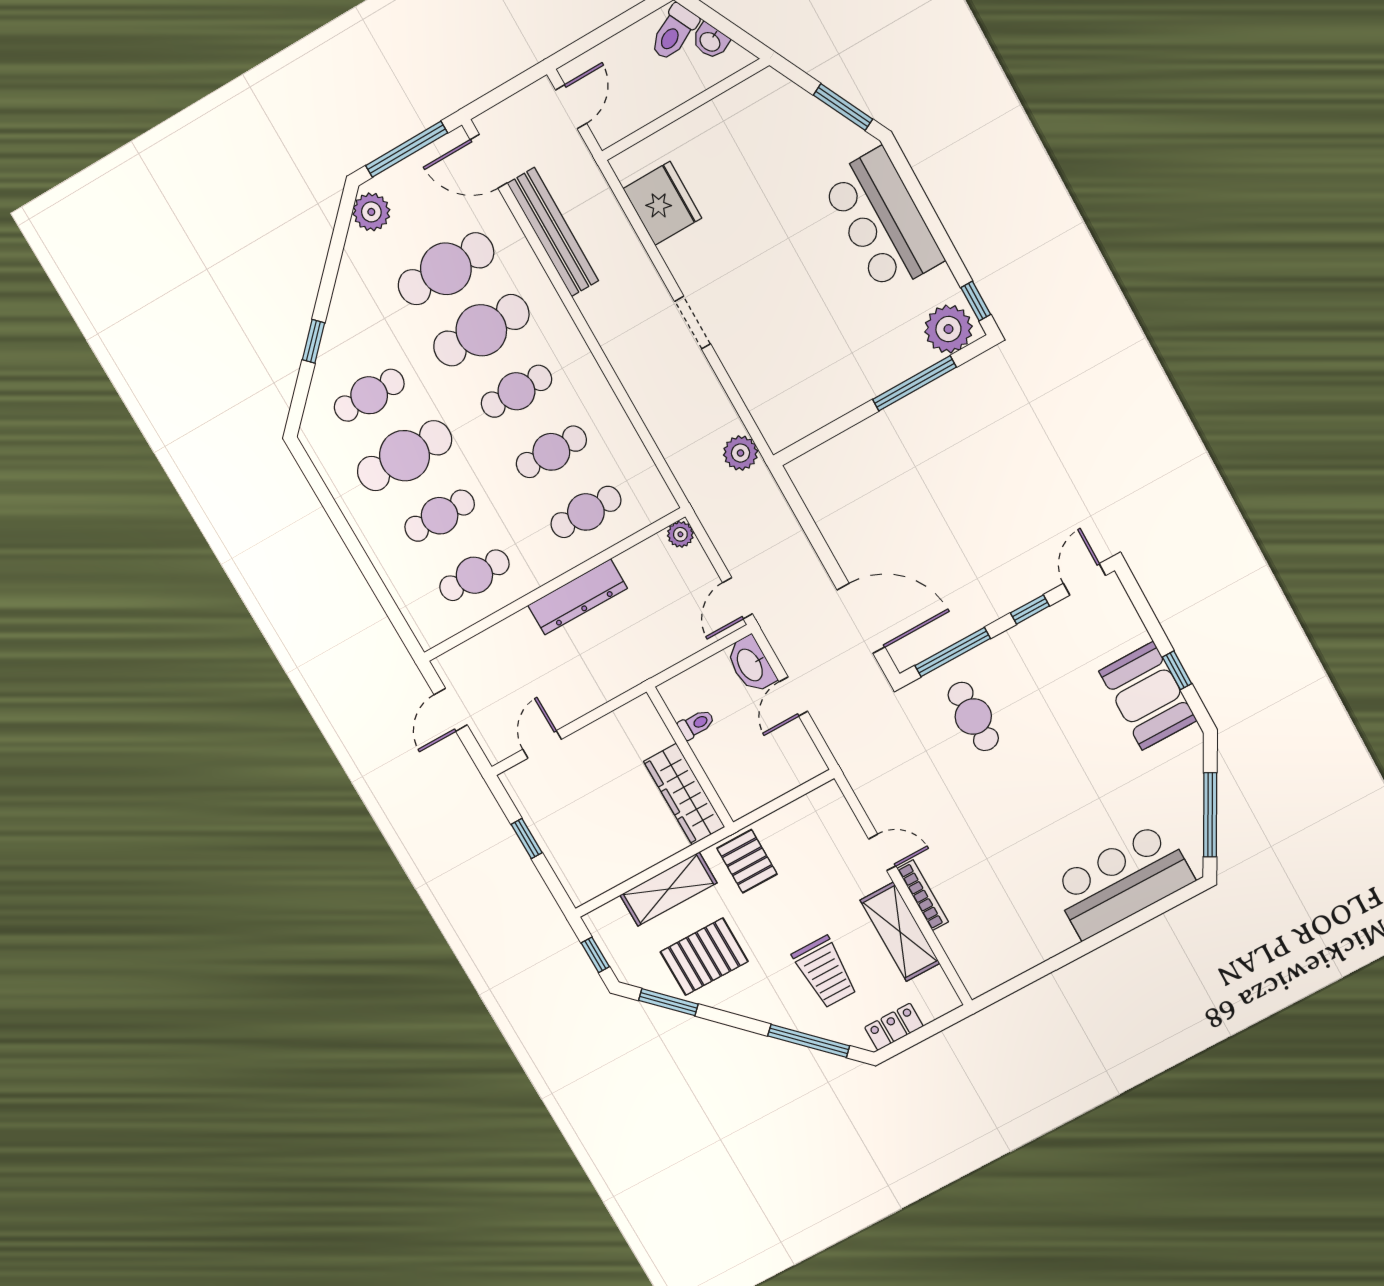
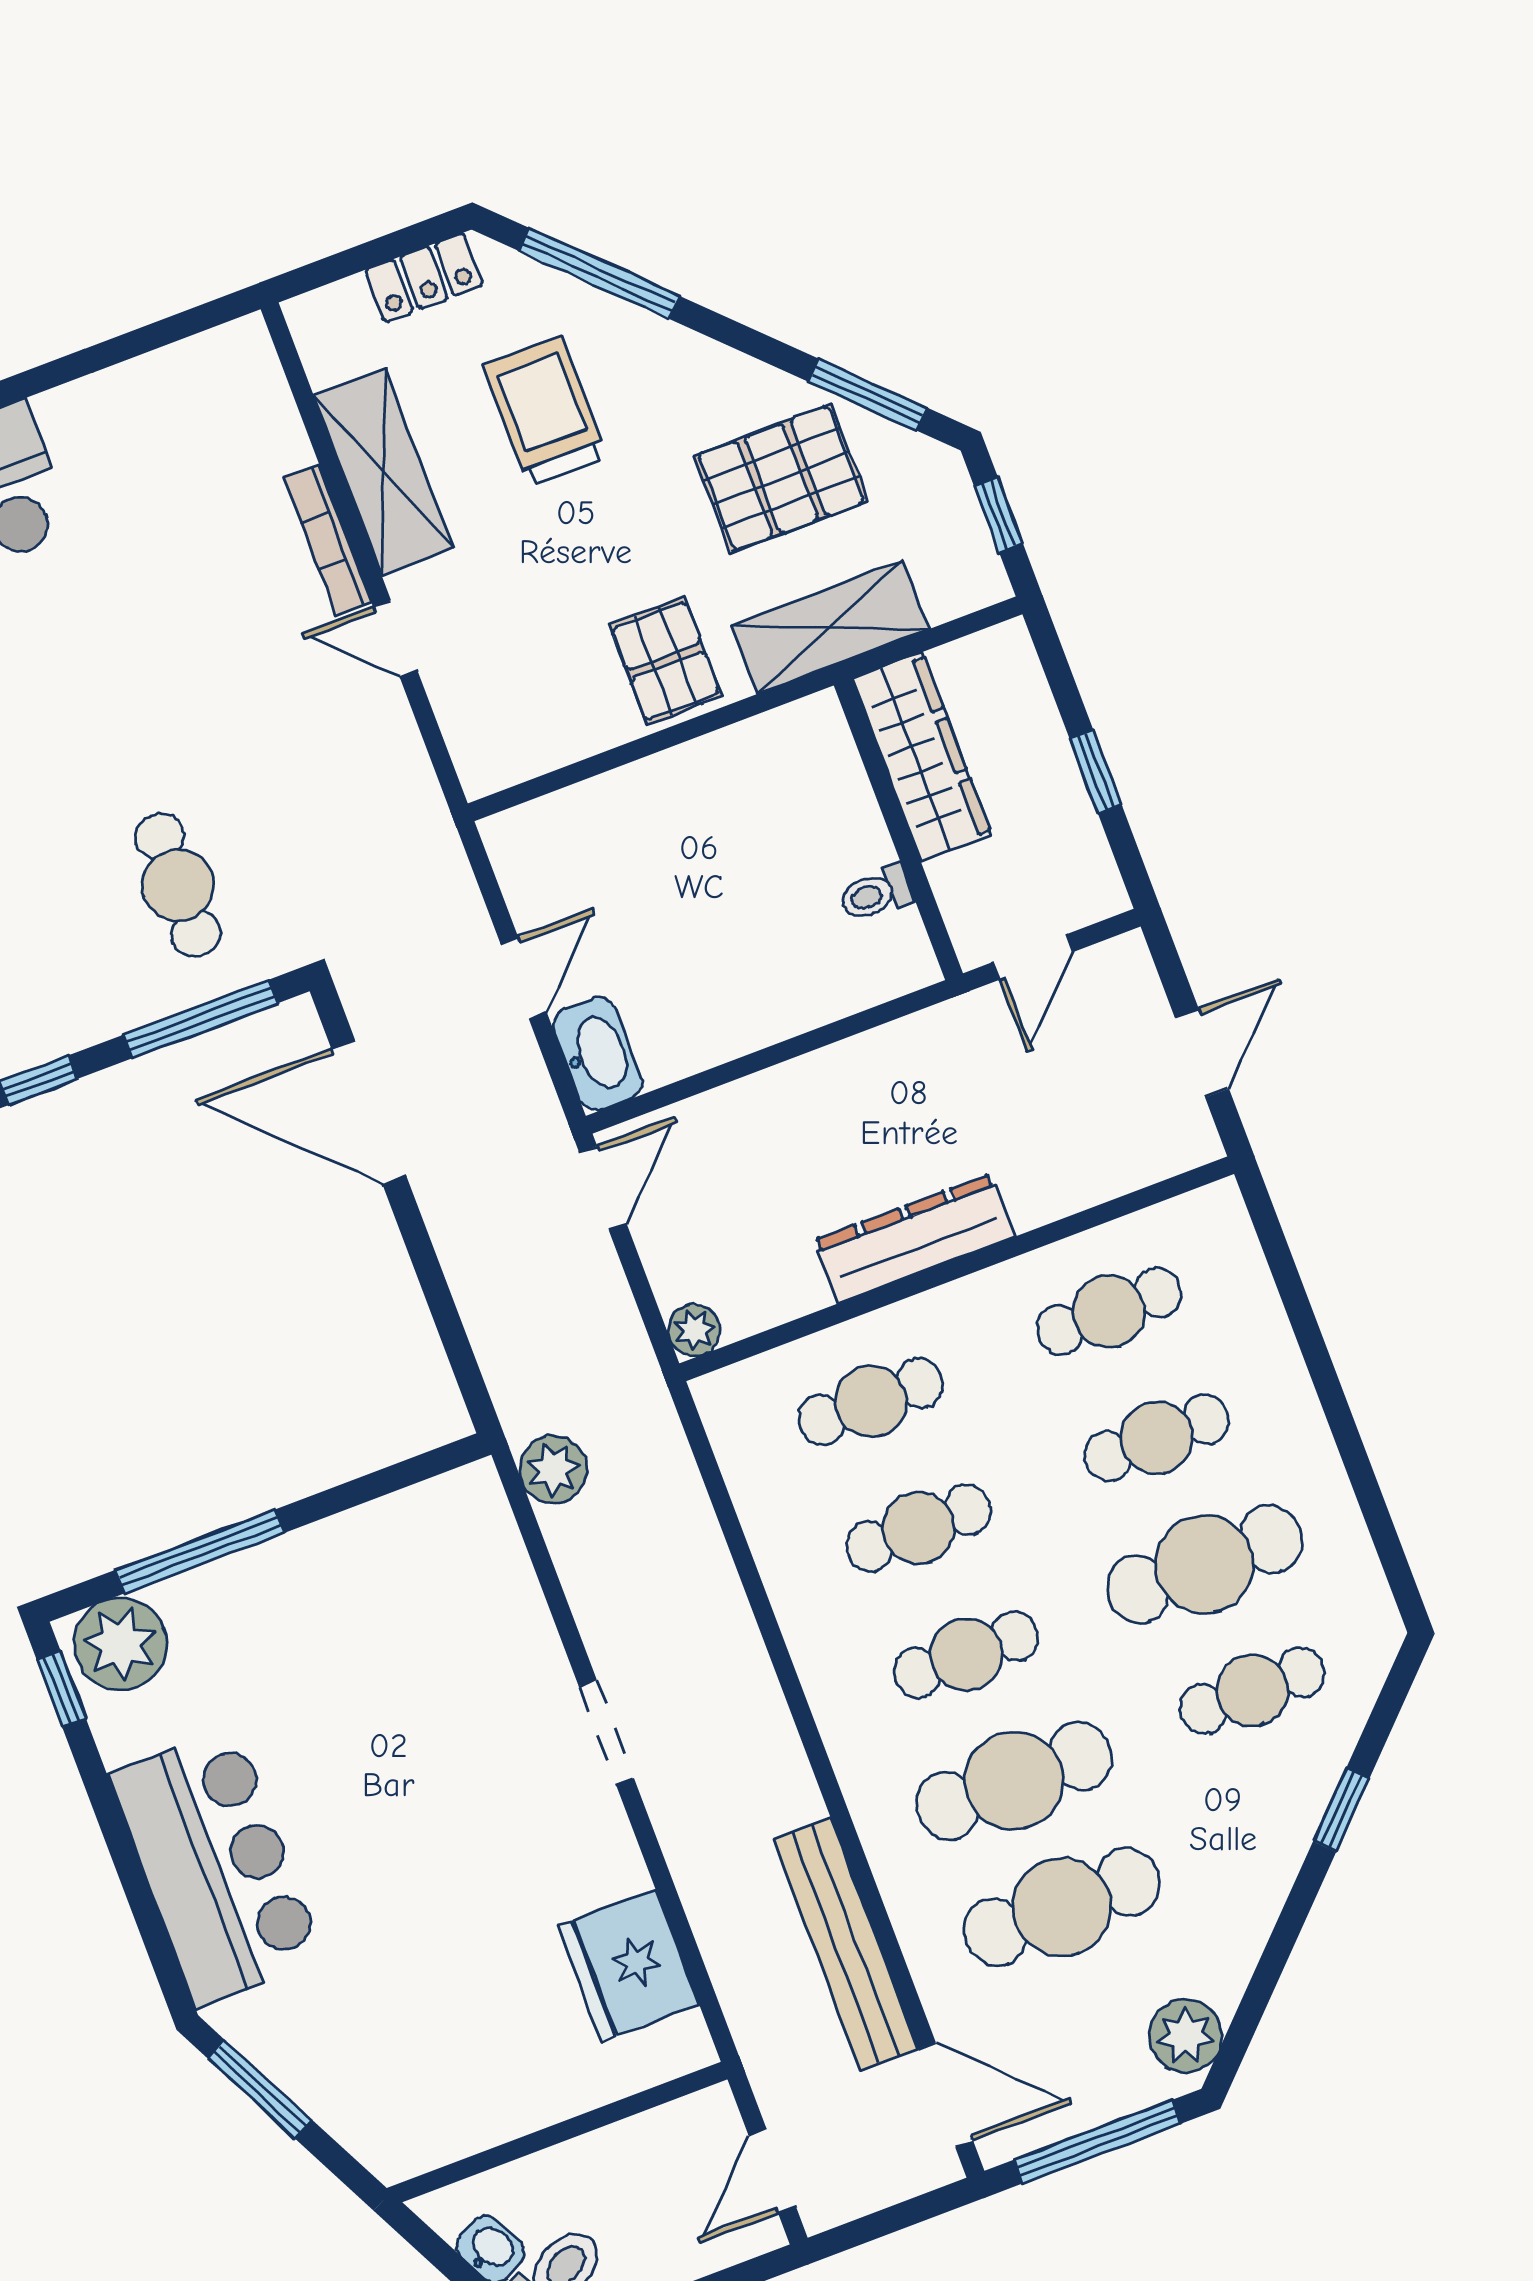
toilet: (696, 724) -> (876, 894), moved
wall: (690, 757) -> (898, 829), moved
wardrobe: (684, 794) -> (922, 757), moved

